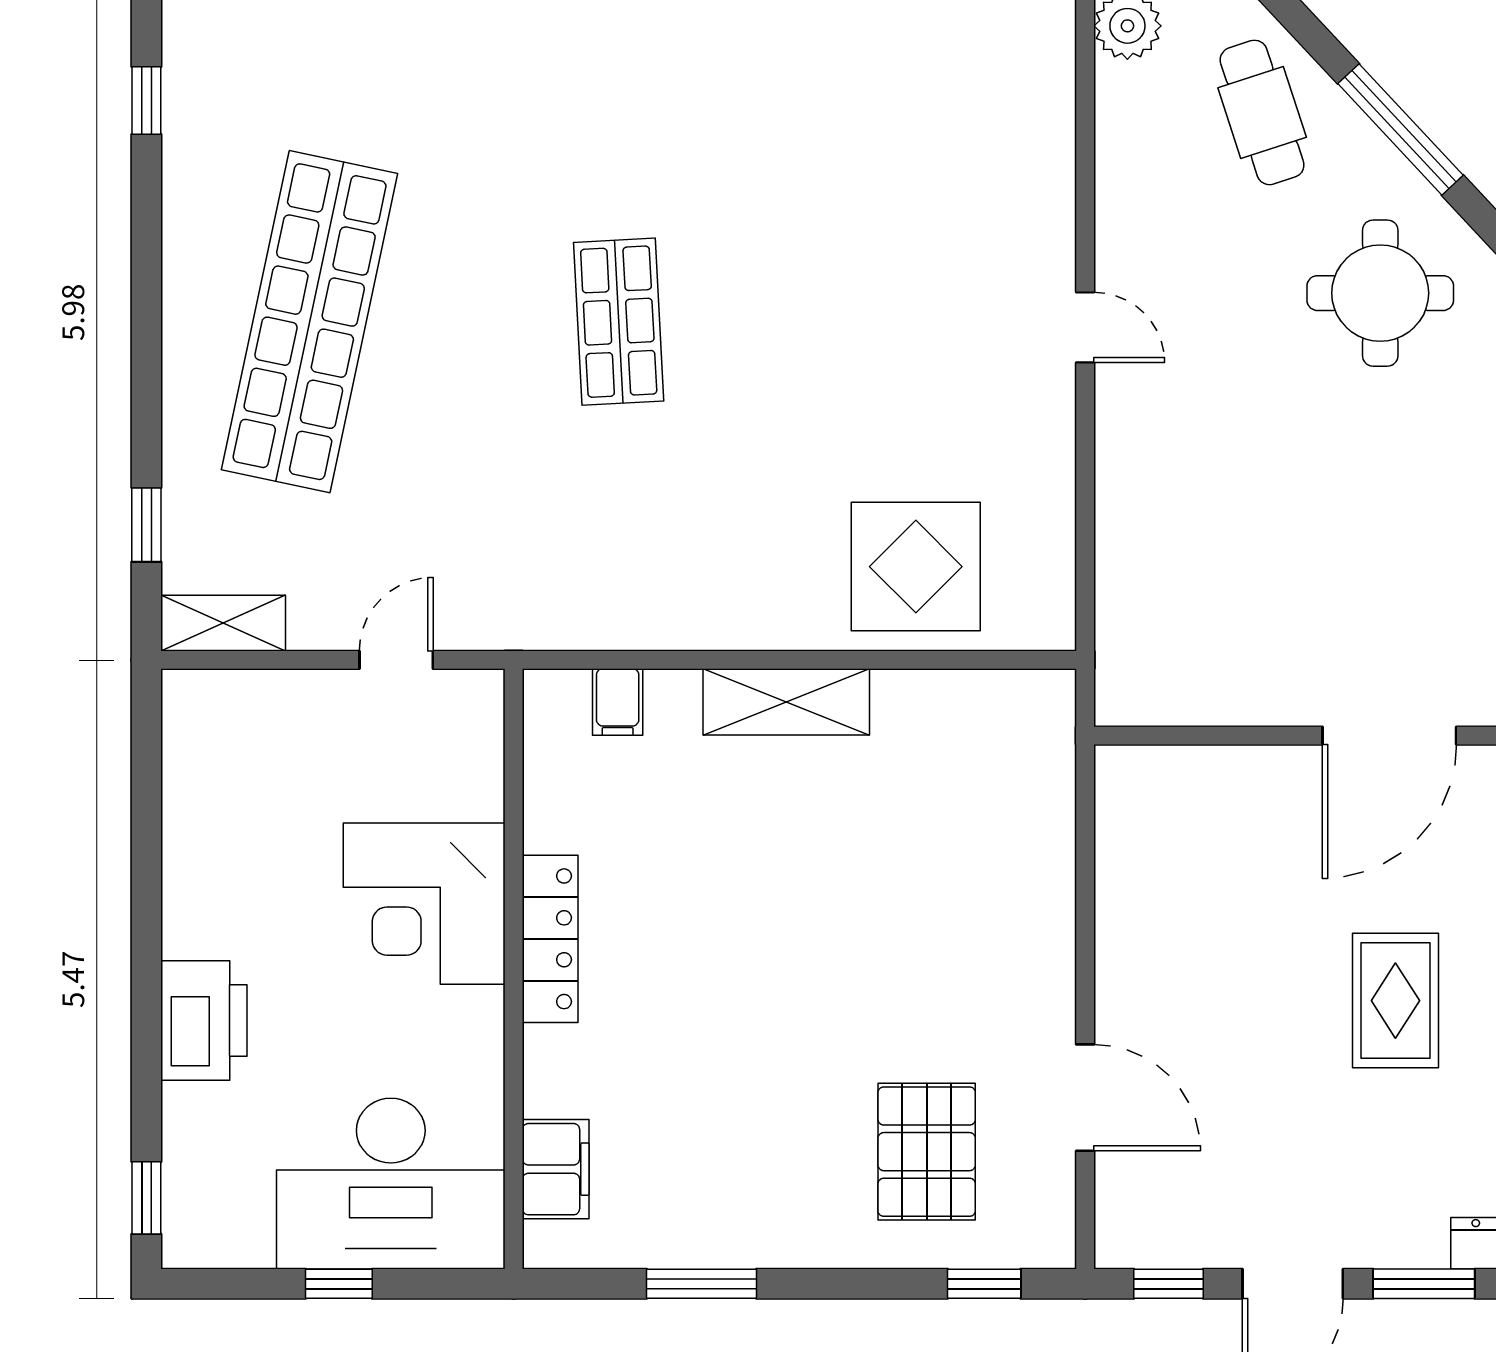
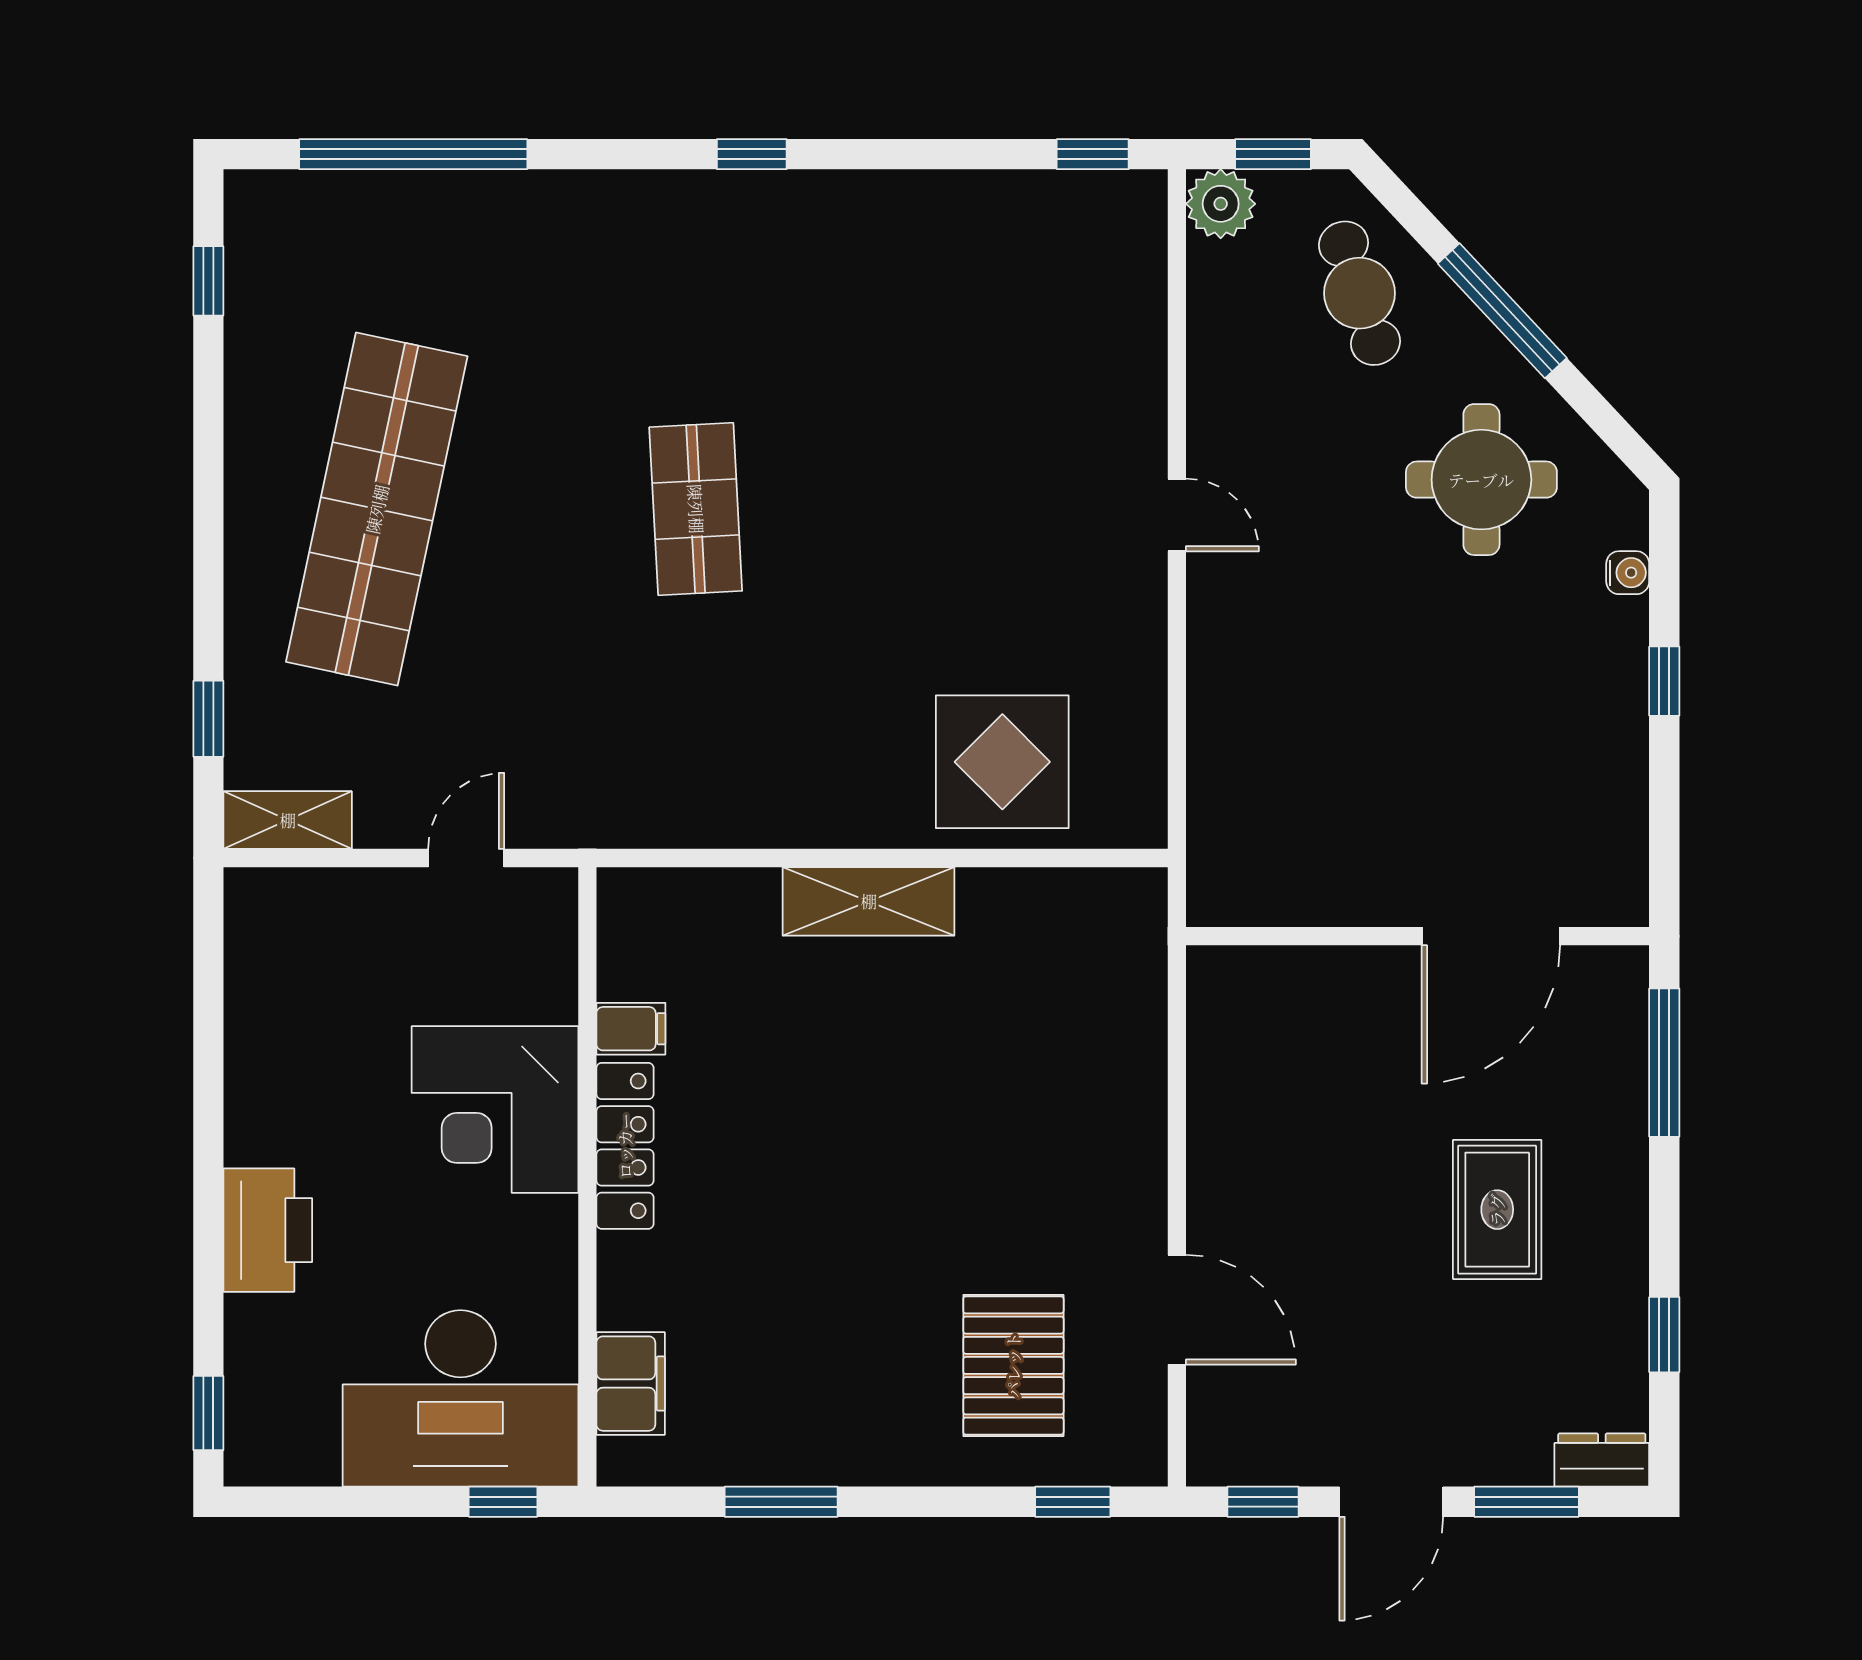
filing cabinet: (618, 702) -> (631, 1029), moved, turned -90
window: (339, 1284) -> (503, 1502), moved

